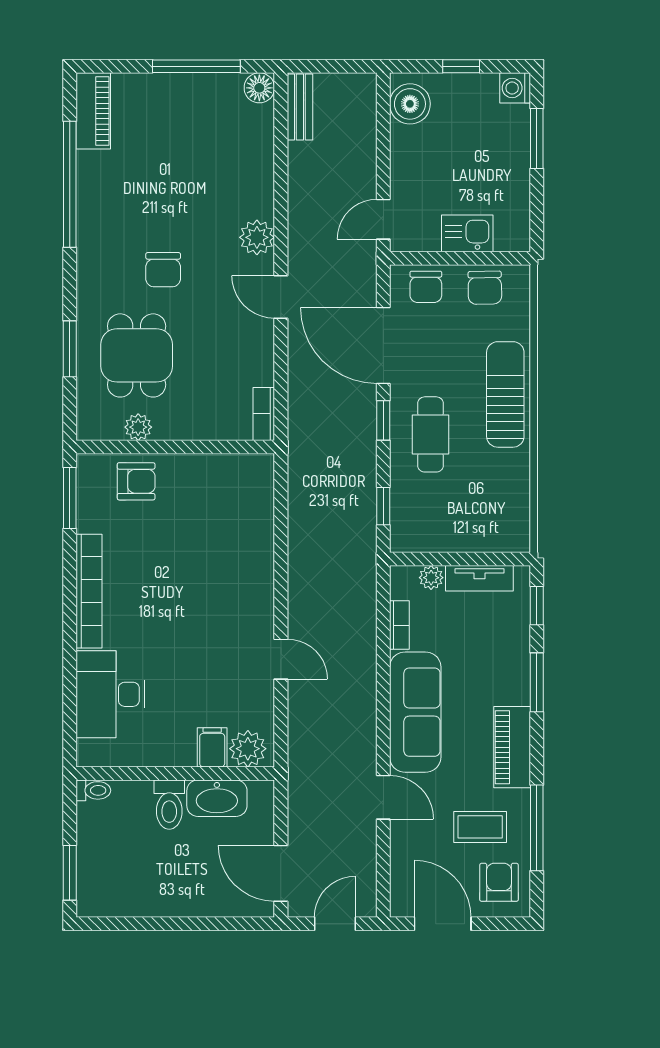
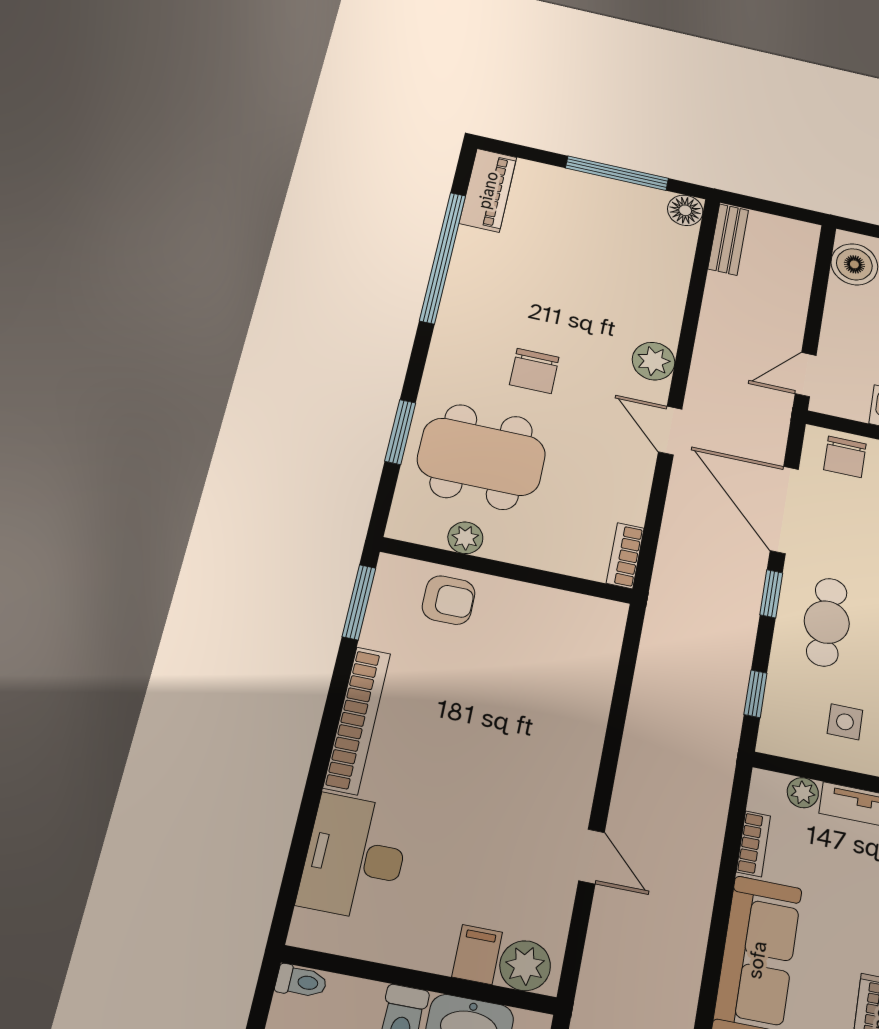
dining table: (137, 355) -> (481, 457), width x1.38
side table: (456, 514) -> (845, 722), added

